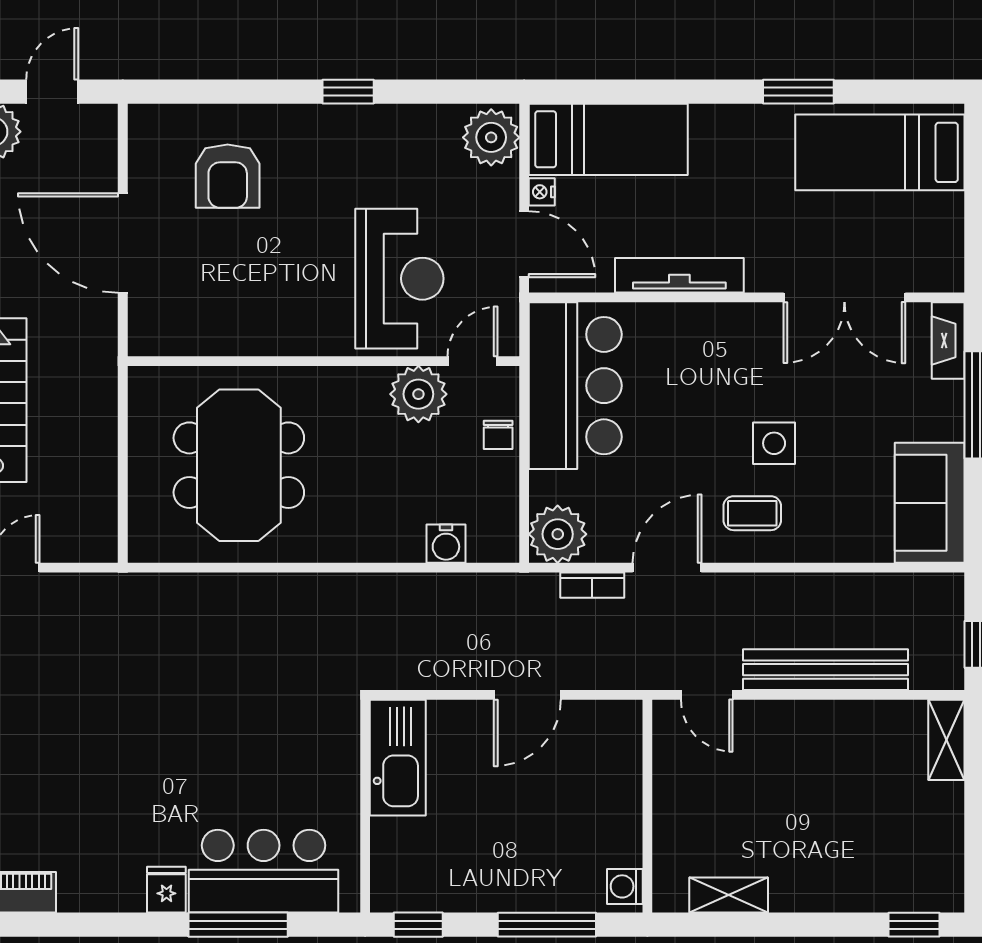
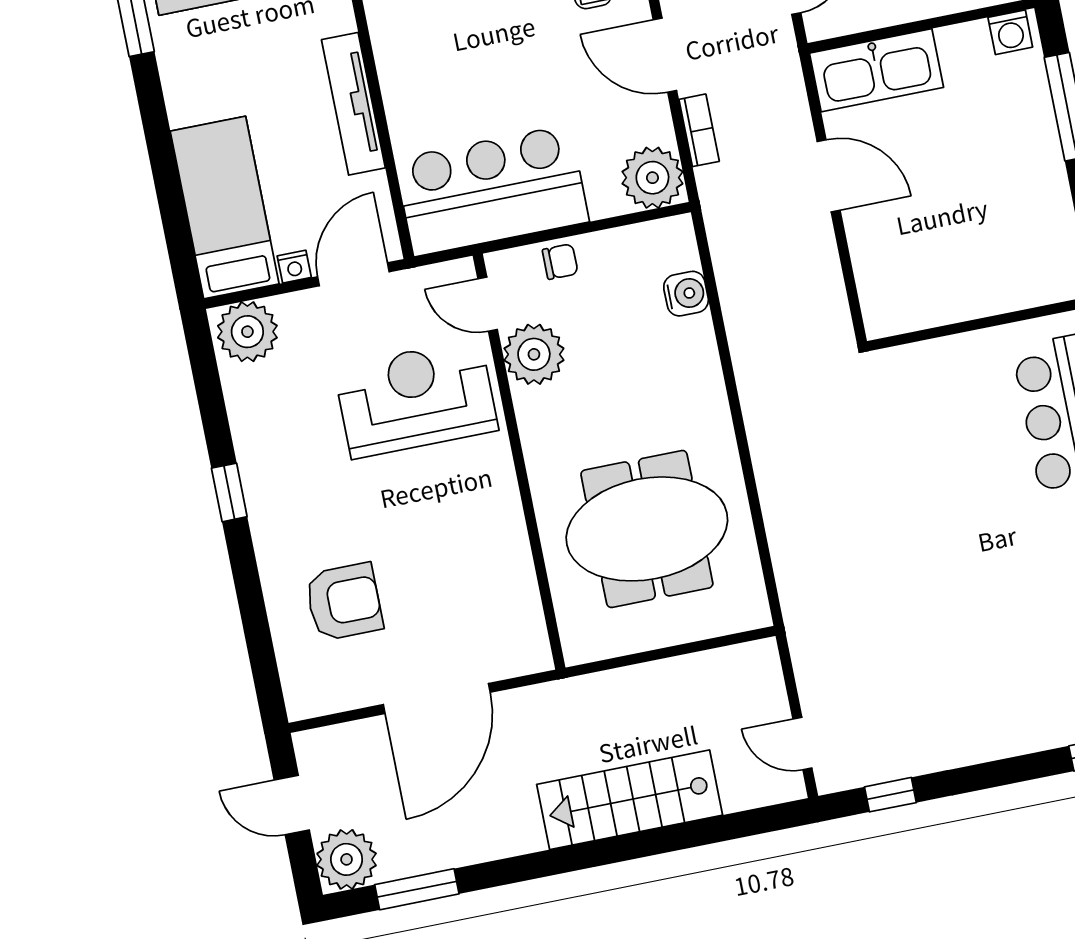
kitchen sink: (398, 758) -> (876, 70), moved, turned 180

